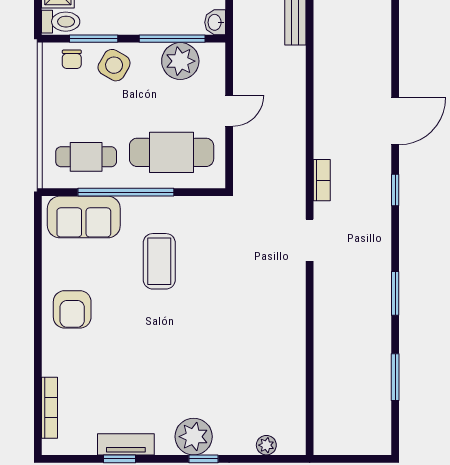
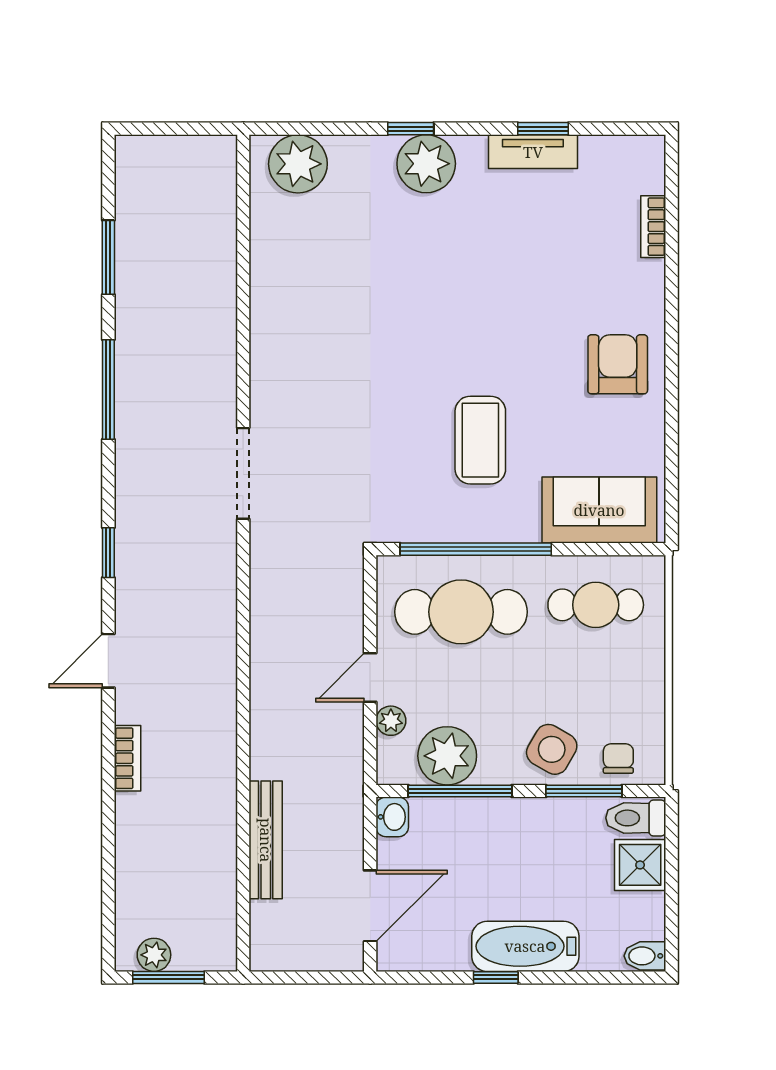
plant: (216, 83) -> (391, 721), added
door: (395, 121) -> (108, 661), width x0.73
bookcase: (322, 180) -> (127, 758), moved, turned 180
window: (126, 192) -> (476, 549), moved
doorway: (310, 240) -> (243, 473), width x1.38
window: (395, 293) -> (108, 389), width x1.44
bookcase: (50, 408) -> (653, 227), width x0.64
plant: (266, 445) -> (298, 164), width x1.88, depth x1.88

